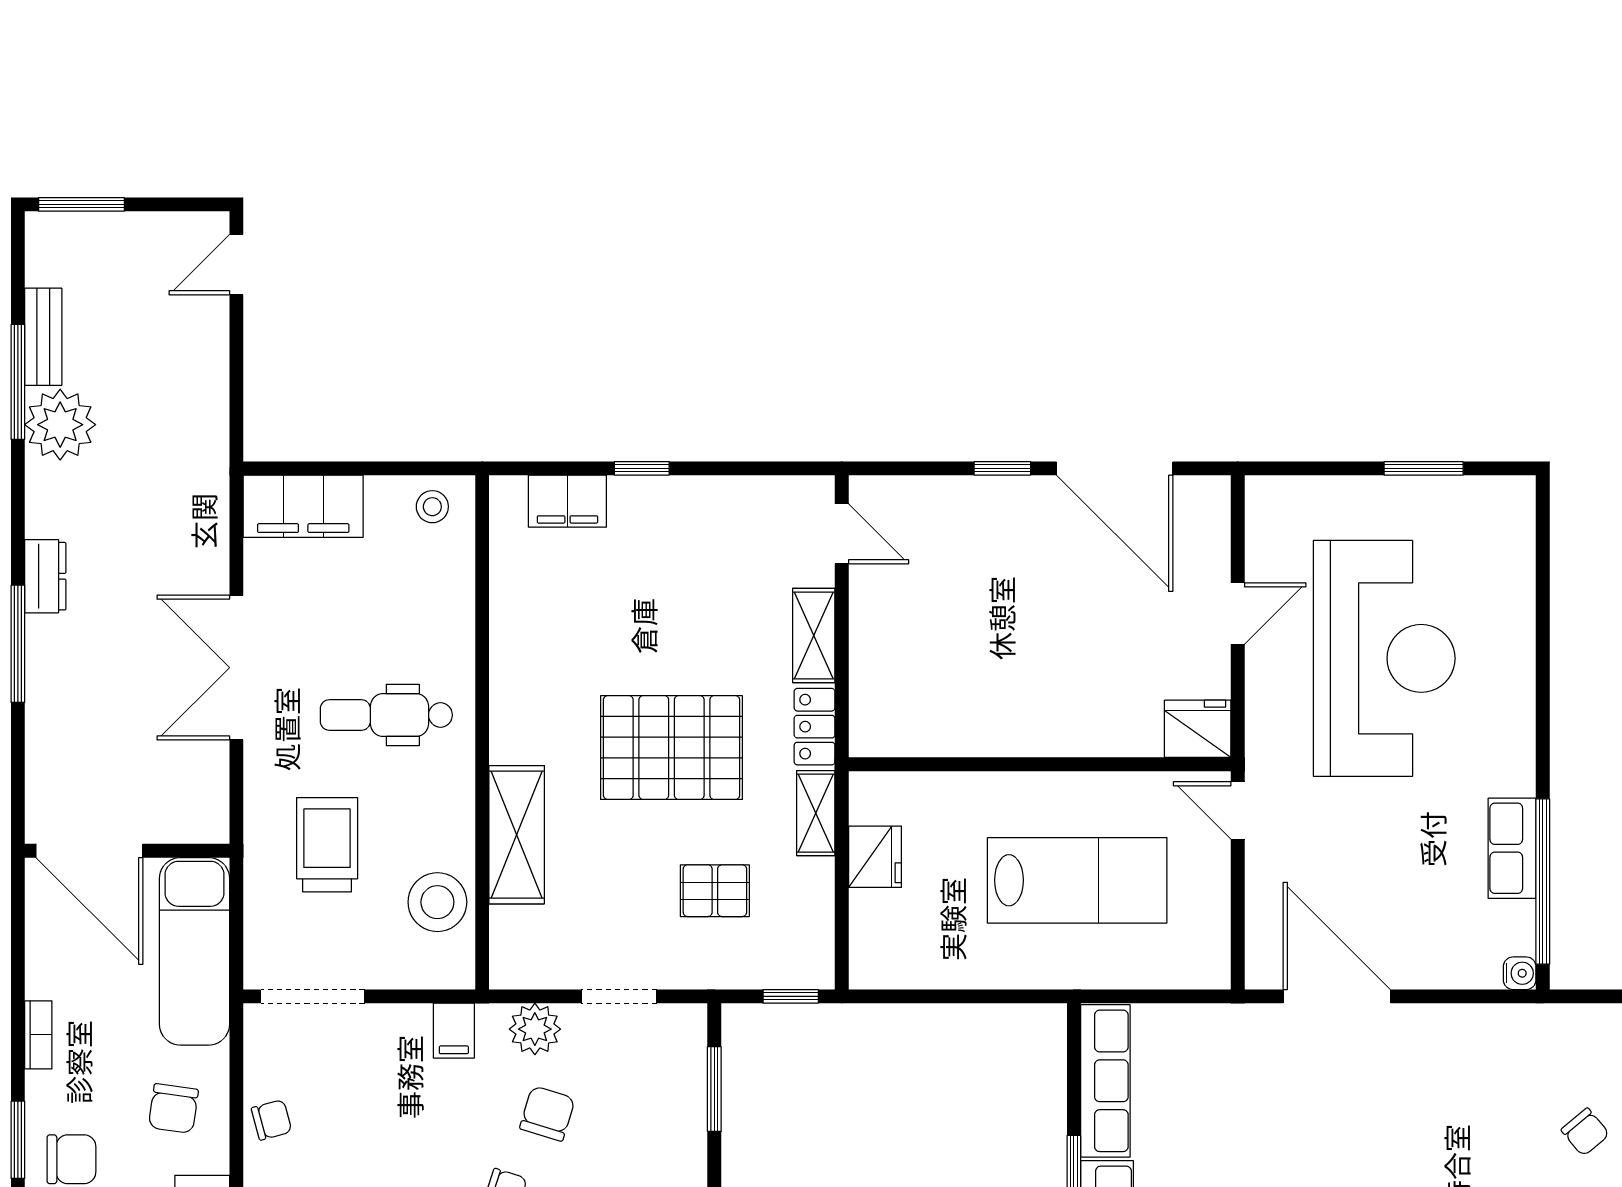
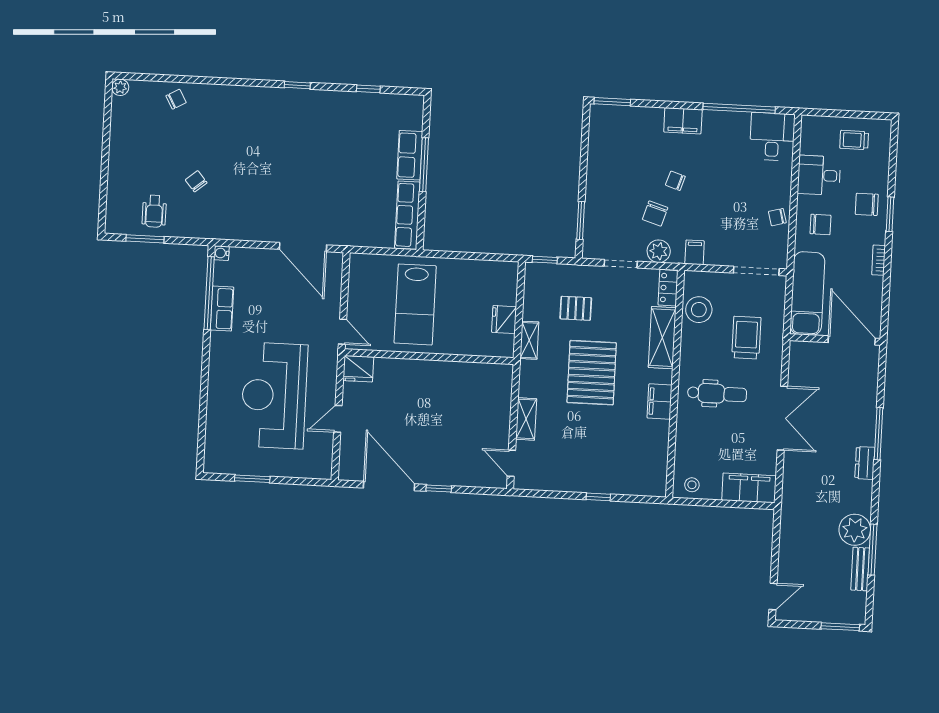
filing cabinet: (567, 501) -> (660, 402), moved, turned -90
locker: (815, 727) -> (668, 288), moved, turned 180
pallet: (672, 748) -> (592, 373), turned 90
trolley: (327, 845) -> (746, 338), turned 180
lab bench: (1077, 880) -> (415, 304), turned -90
chair: (173, 1108) -> (820, 224), turned 82

